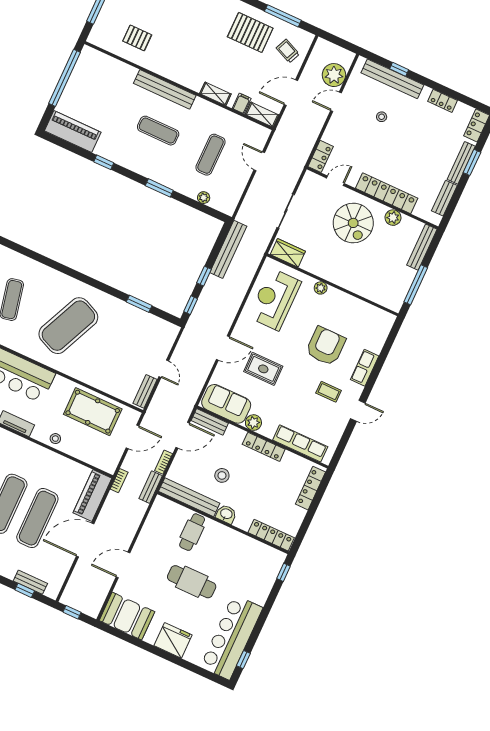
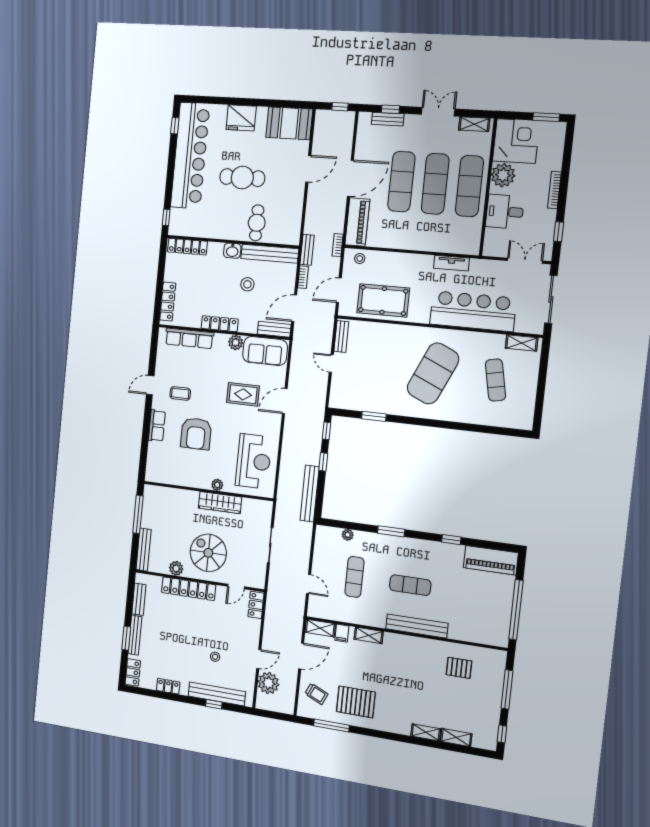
wardrobe: (288, 253) -> (220, 503), moved, width x1.50
stool: (55, 439) -> (360, 259), moved
bar counter: (231, 637) -> (190, 156), width x1.36

